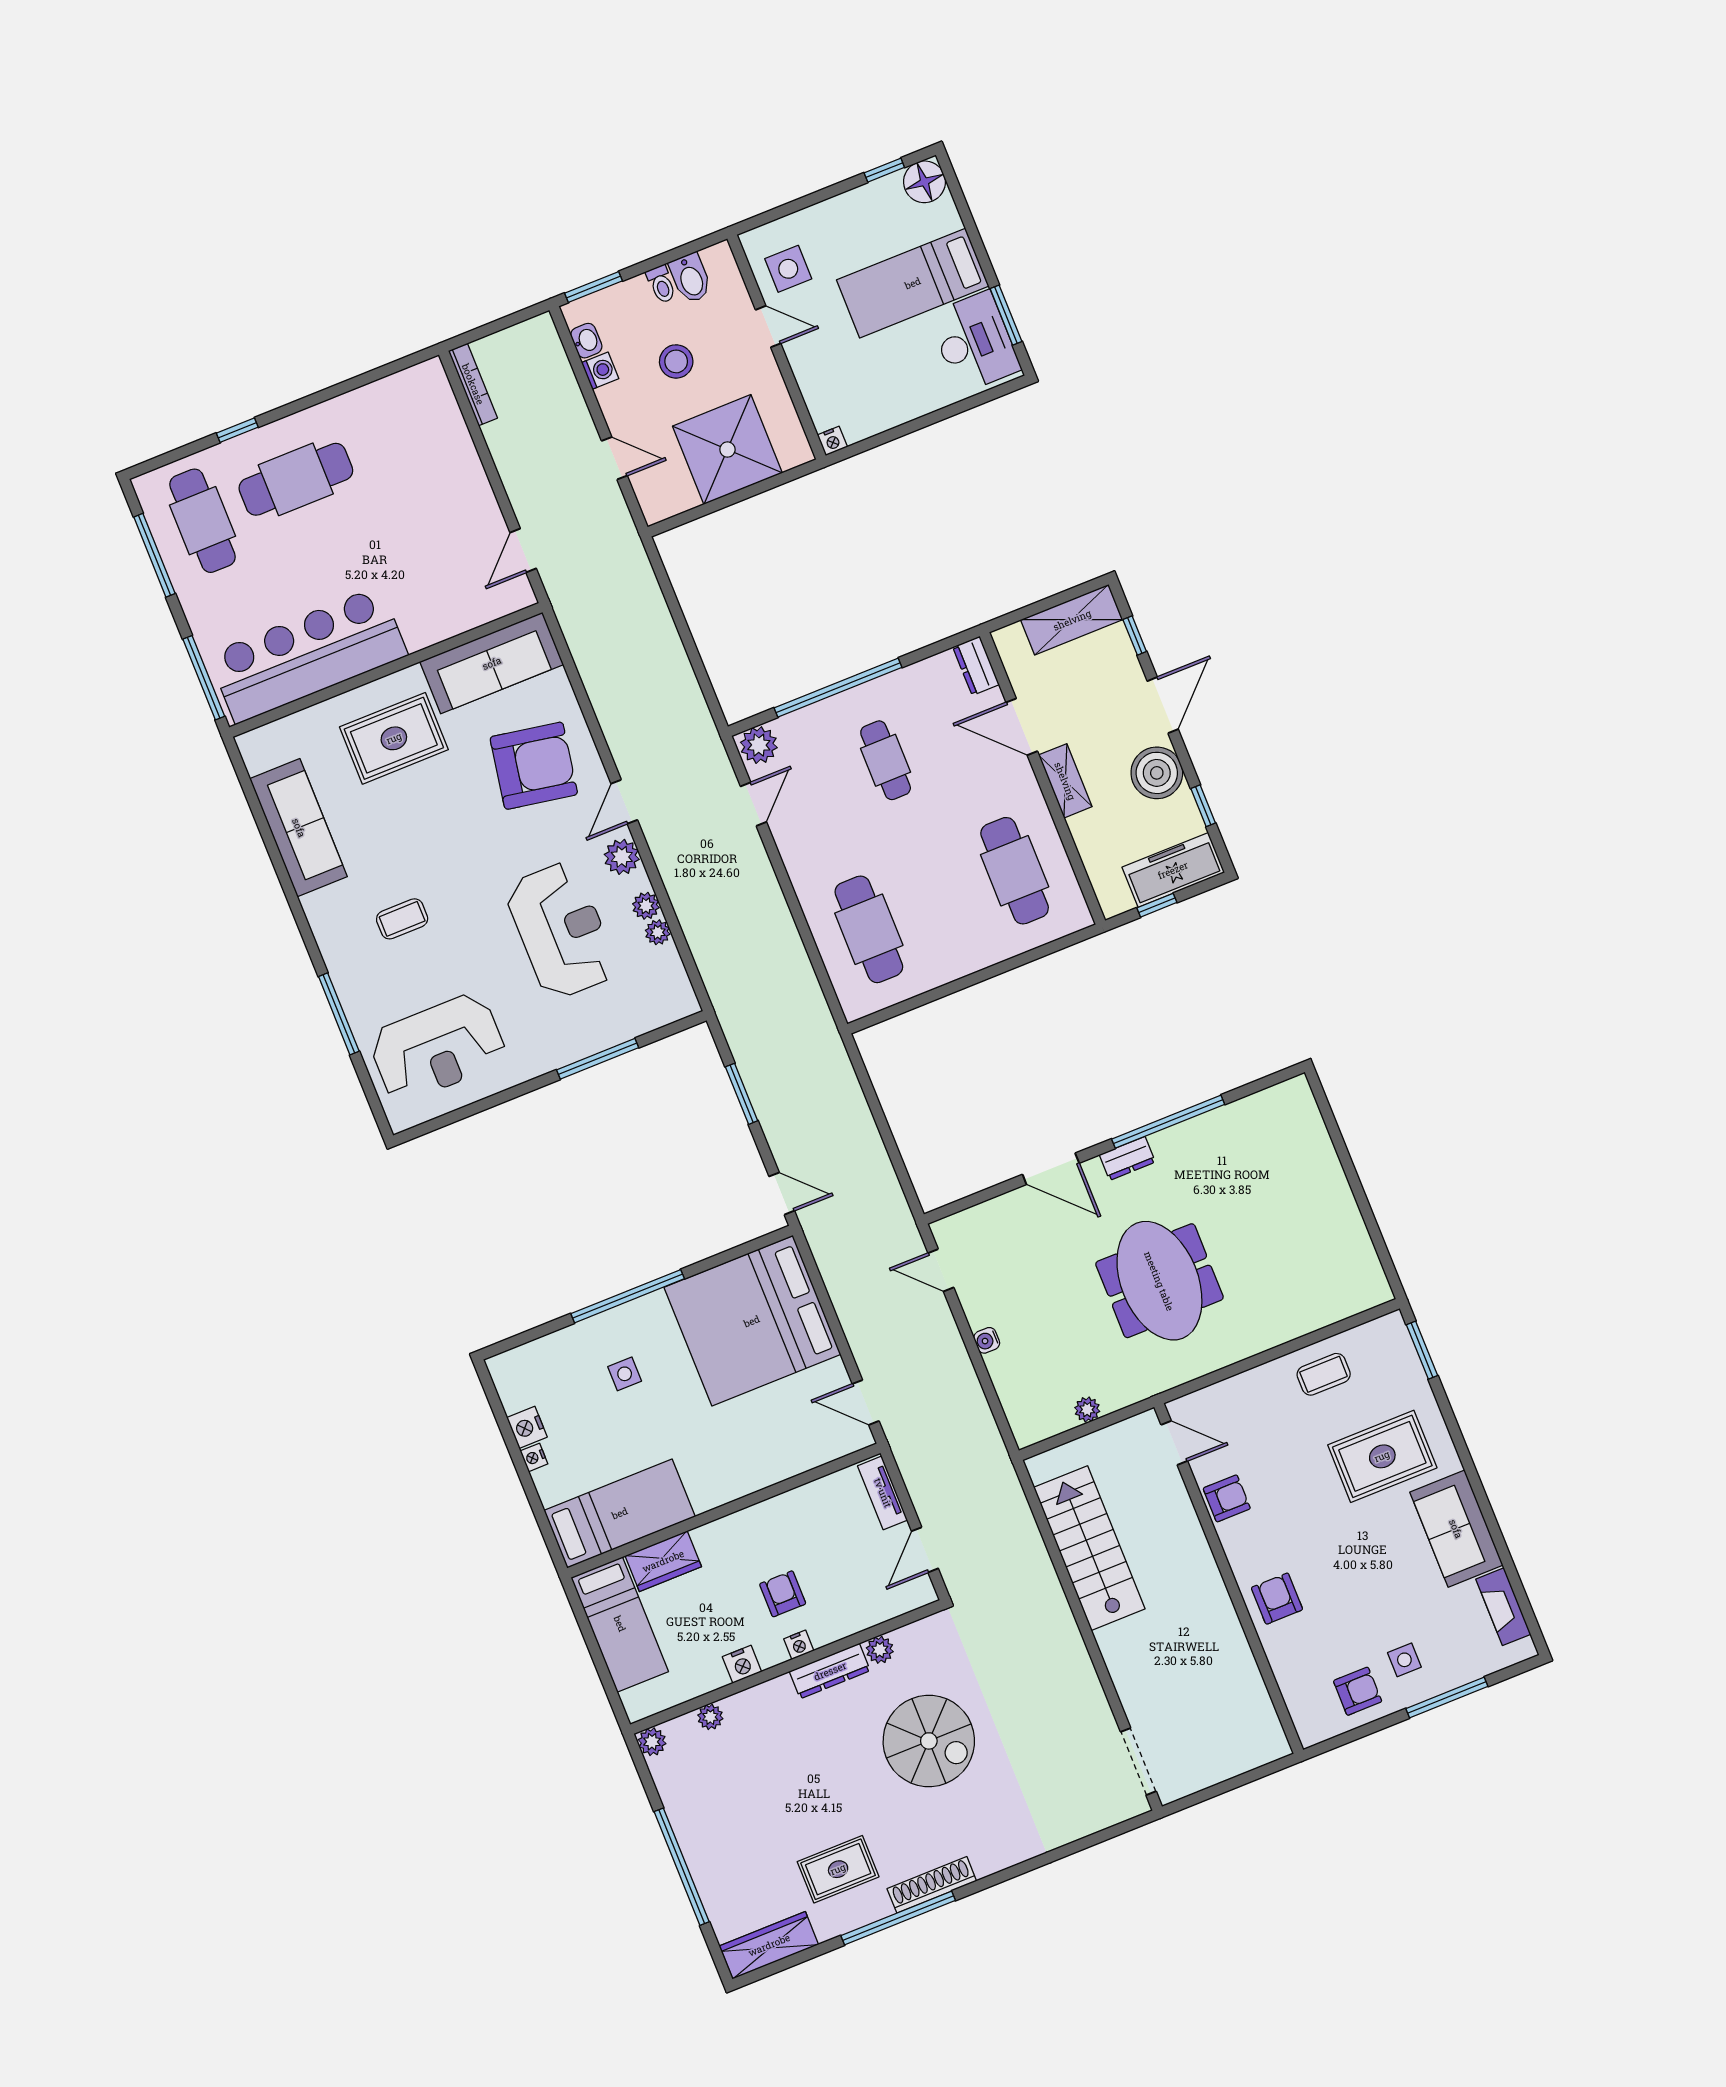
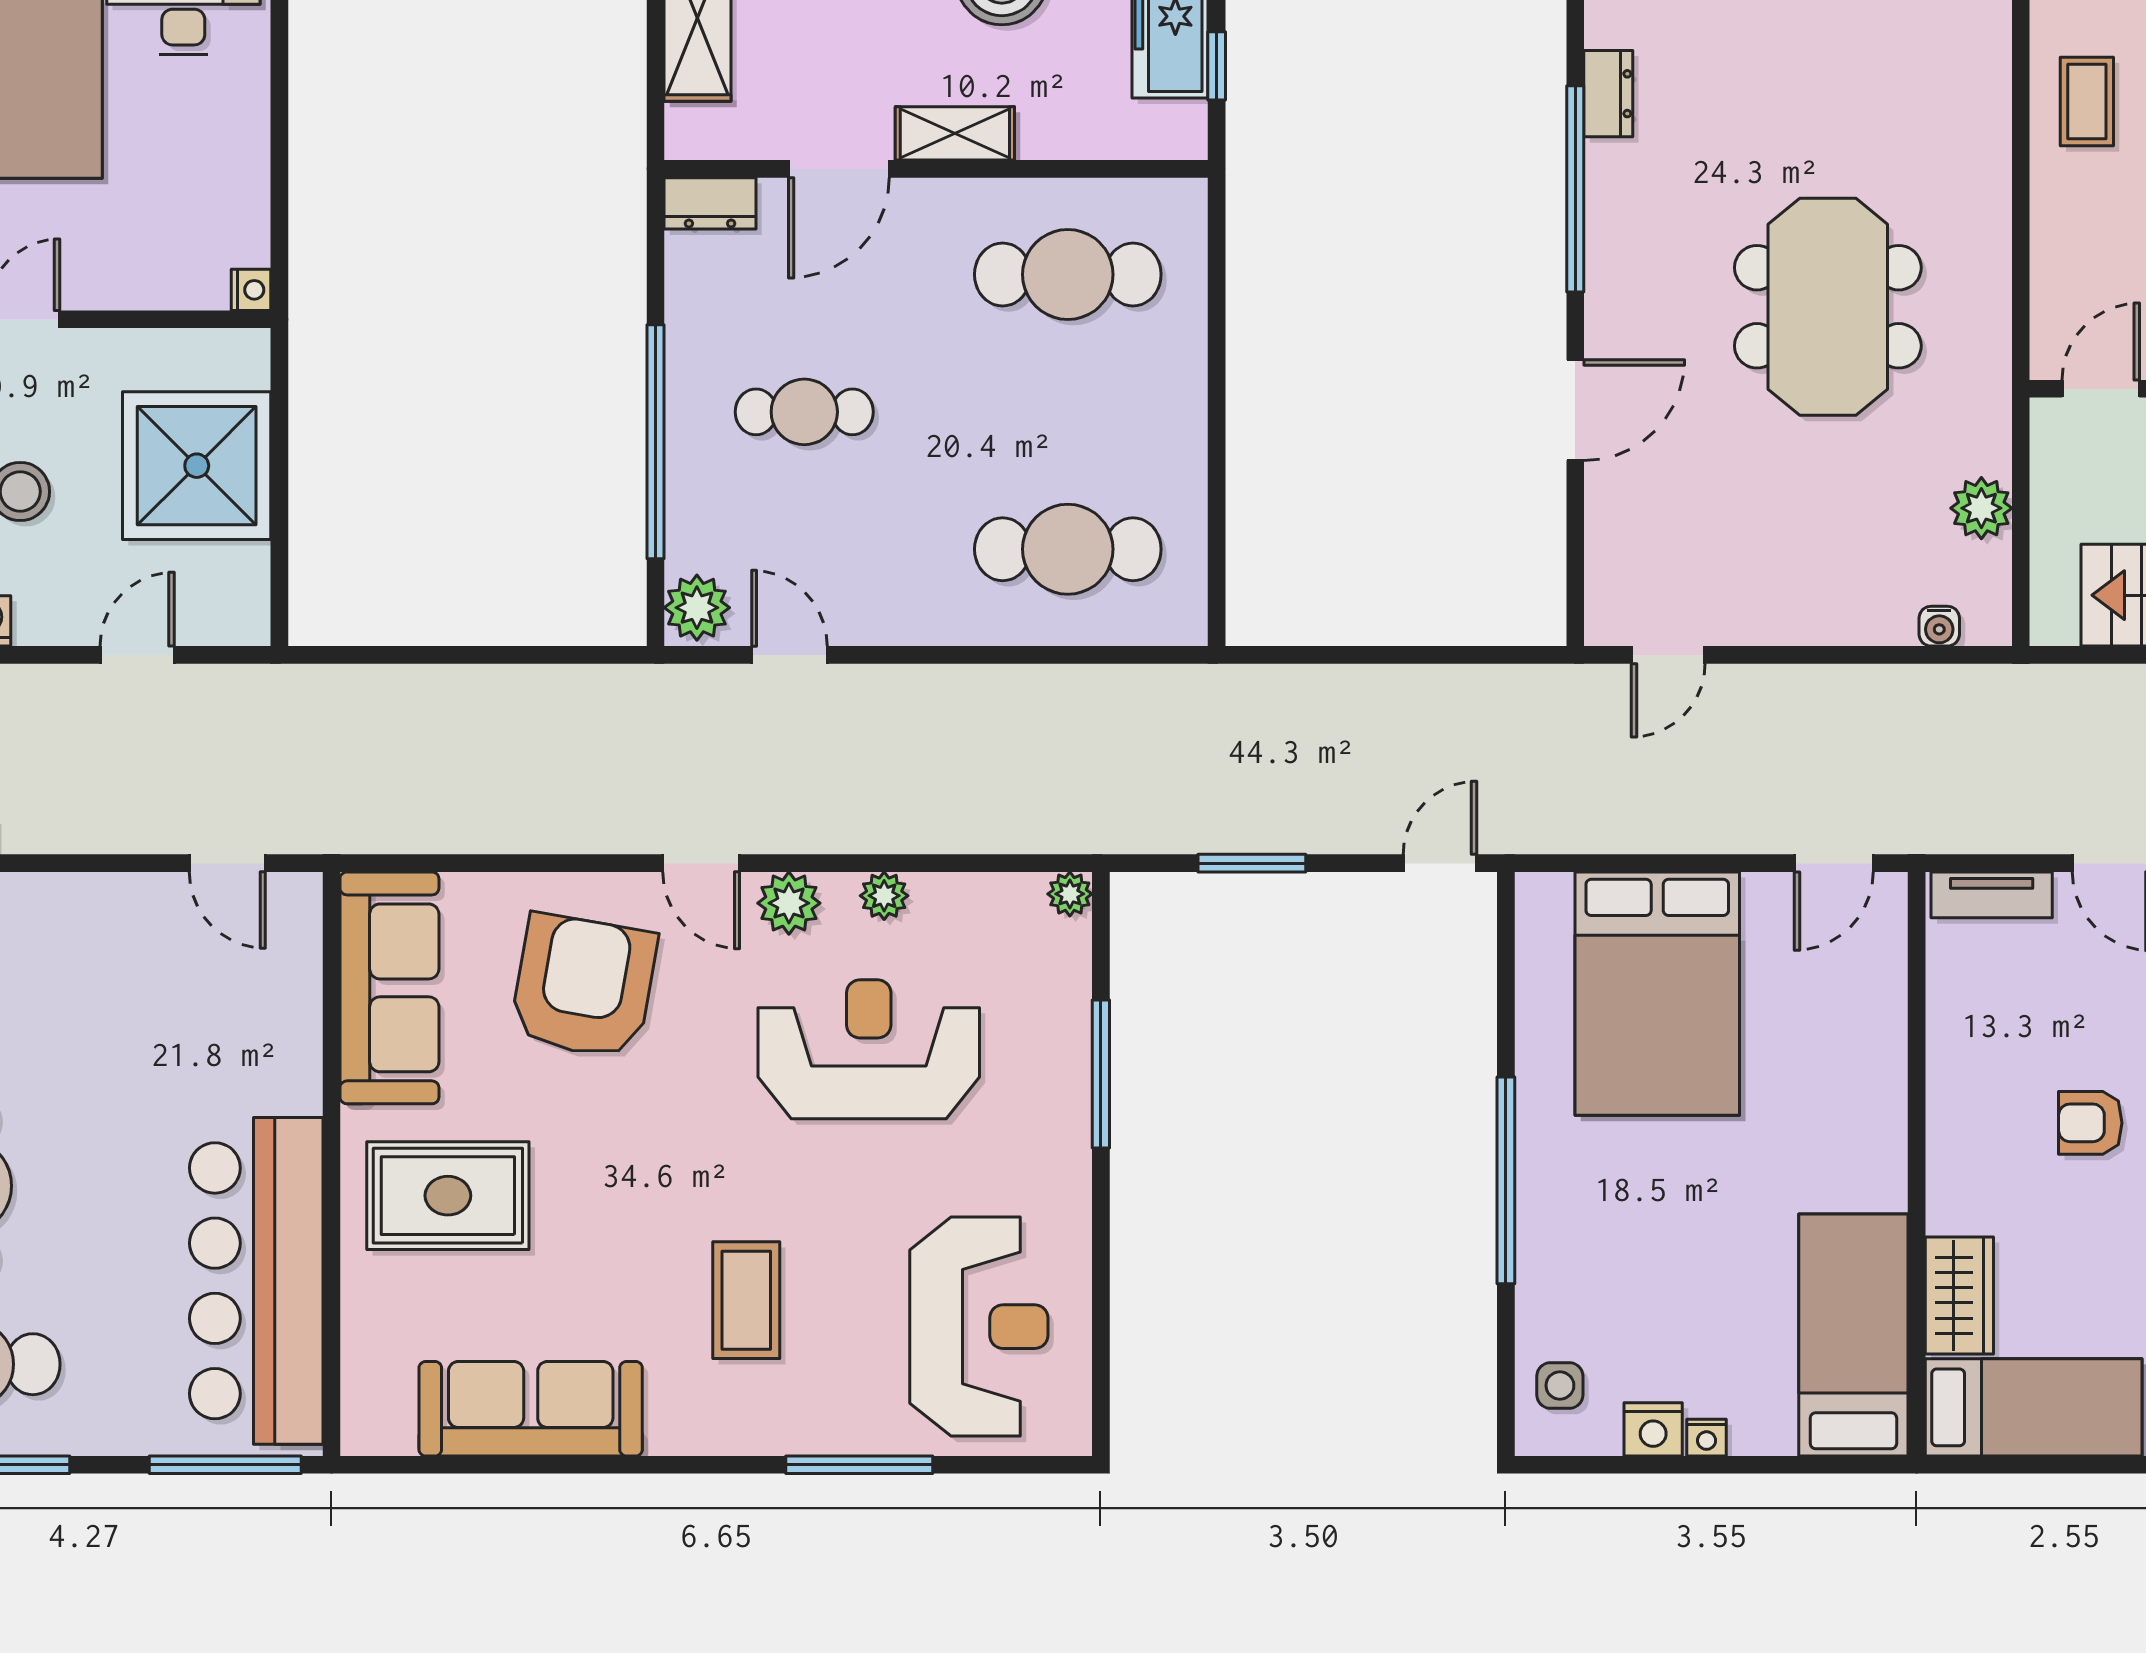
rug: (394, 738) -> (448, 1196), turned 90
coffee table: (402, 919) -> (746, 1300), width x1.36, depth x1.30
plant: (658, 932) -> (1070, 894), moved
dresser: (1127, 1158) -> (1608, 94), moved
meeting table: (1159, 1281) -> (1828, 307), turned 90
bed: (752, 1321) -> (1657, 994), width x0.73
water cooler: (987, 1340) -> (1939, 626), moved
side table: (625, 1374) -> (1560, 1385), moved
plant: (1087, 1409) -> (1981, 508), width x1.38, depth x1.38

